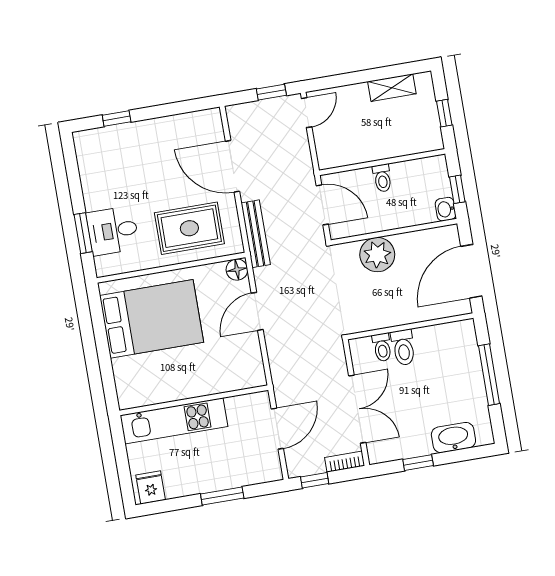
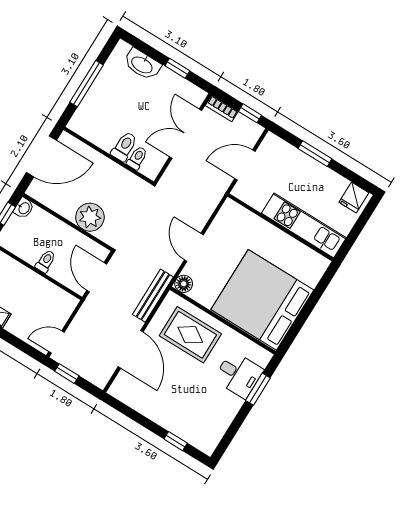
door: (257, 311) -> (194, 247), swing flipped
bed: (152, 319) -> (262, 300), width x1.36

